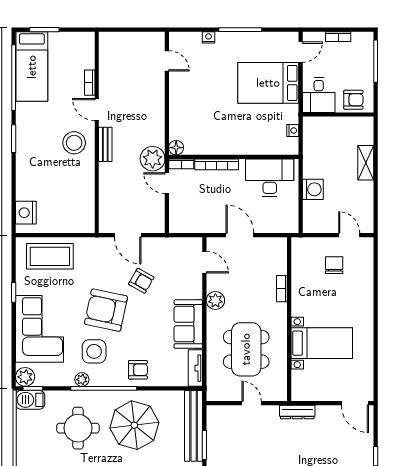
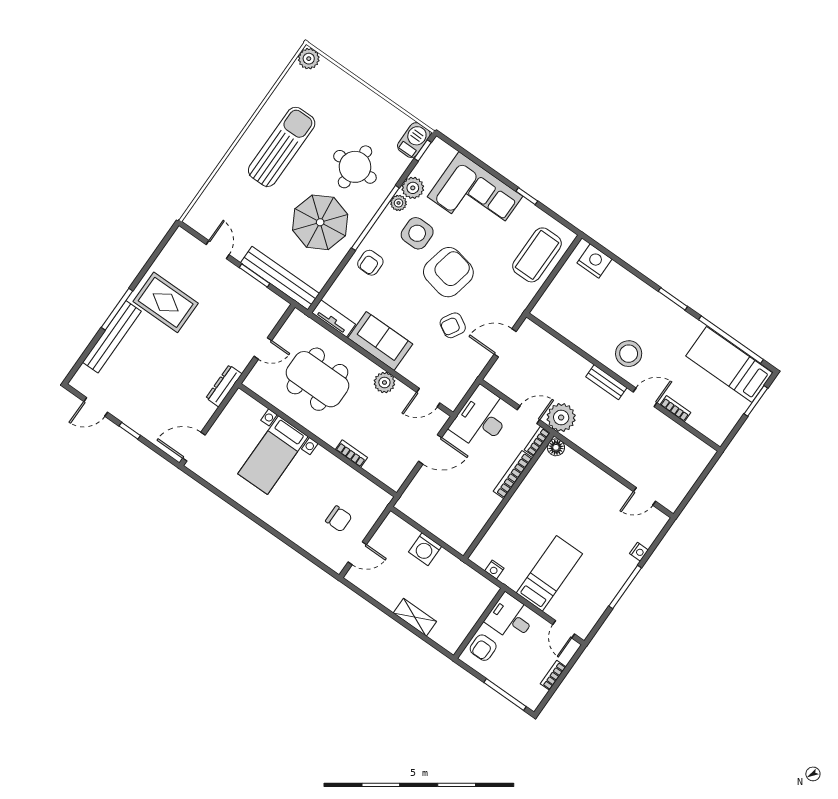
bed: (268, 83) -> (549, 573), width x0.67
desk: (270, 178) -> (481, 419), moved, turned 180
plant: (25, 377) -> (413, 188), moved

